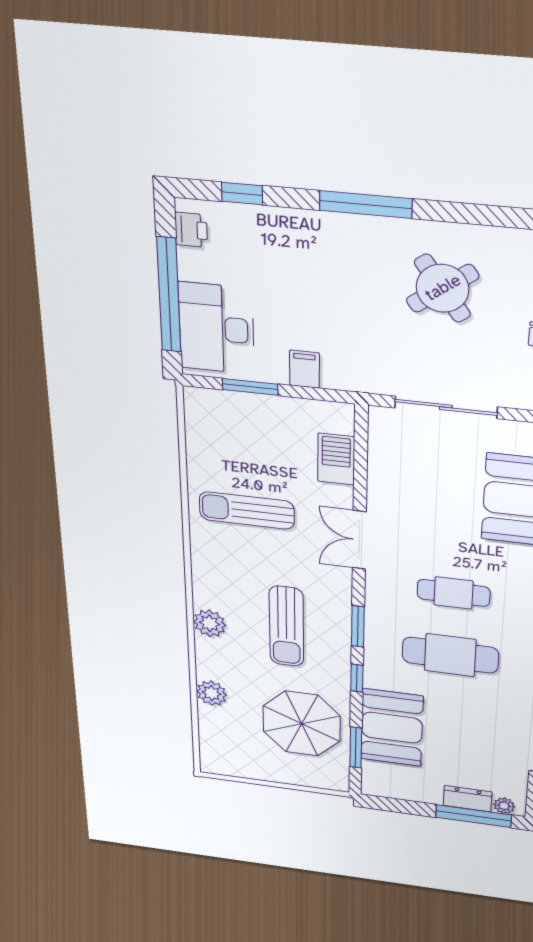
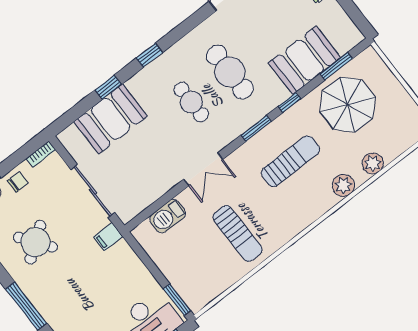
filing cabinet: (304, 369) -> (108, 237), moved
window: (250, 387) -> (177, 300), moved
plant: (210, 623) -> (343, 185), moved

